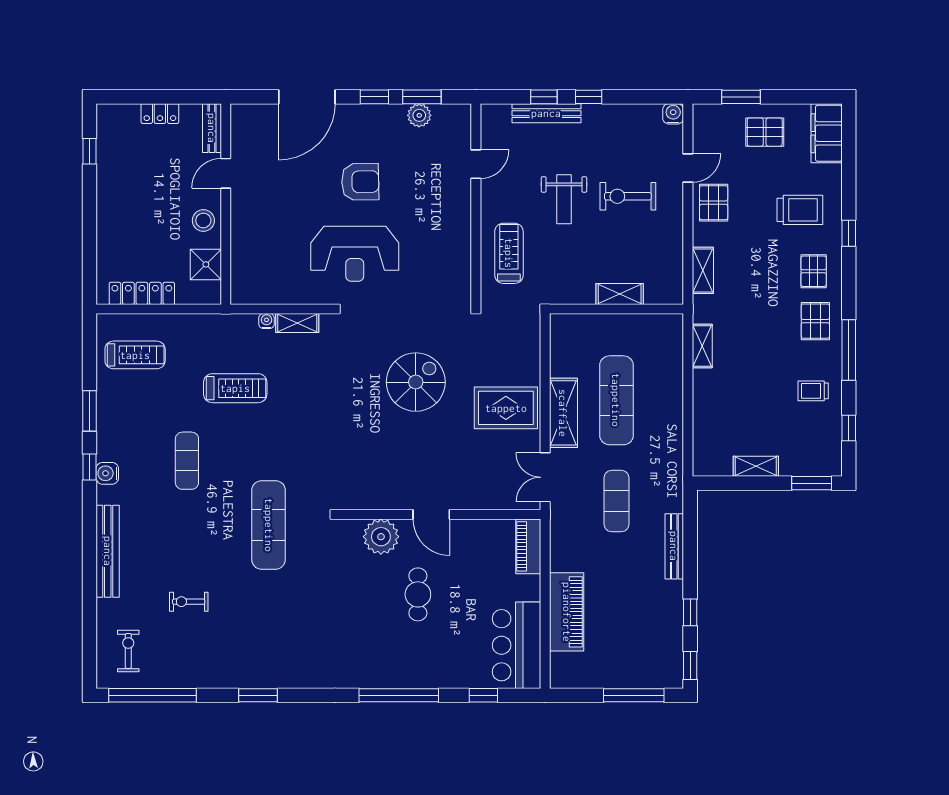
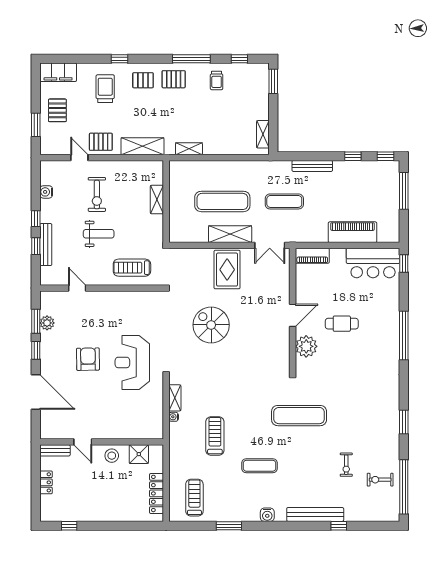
water cooler: (673, 114) -> (46, 192), moved
reception desk: (355, 254) -> (132, 362), turned 180
shelving: (703, 270) -> (142, 146), width x1.50, depth x1.33
shelving: (756, 466) -> (263, 134), moved
window: (90, 467) -> (339, 526), moved
exercise bike: (128, 651) -> (380, 480), moved
window: (483, 695) -> (404, 264), moved

